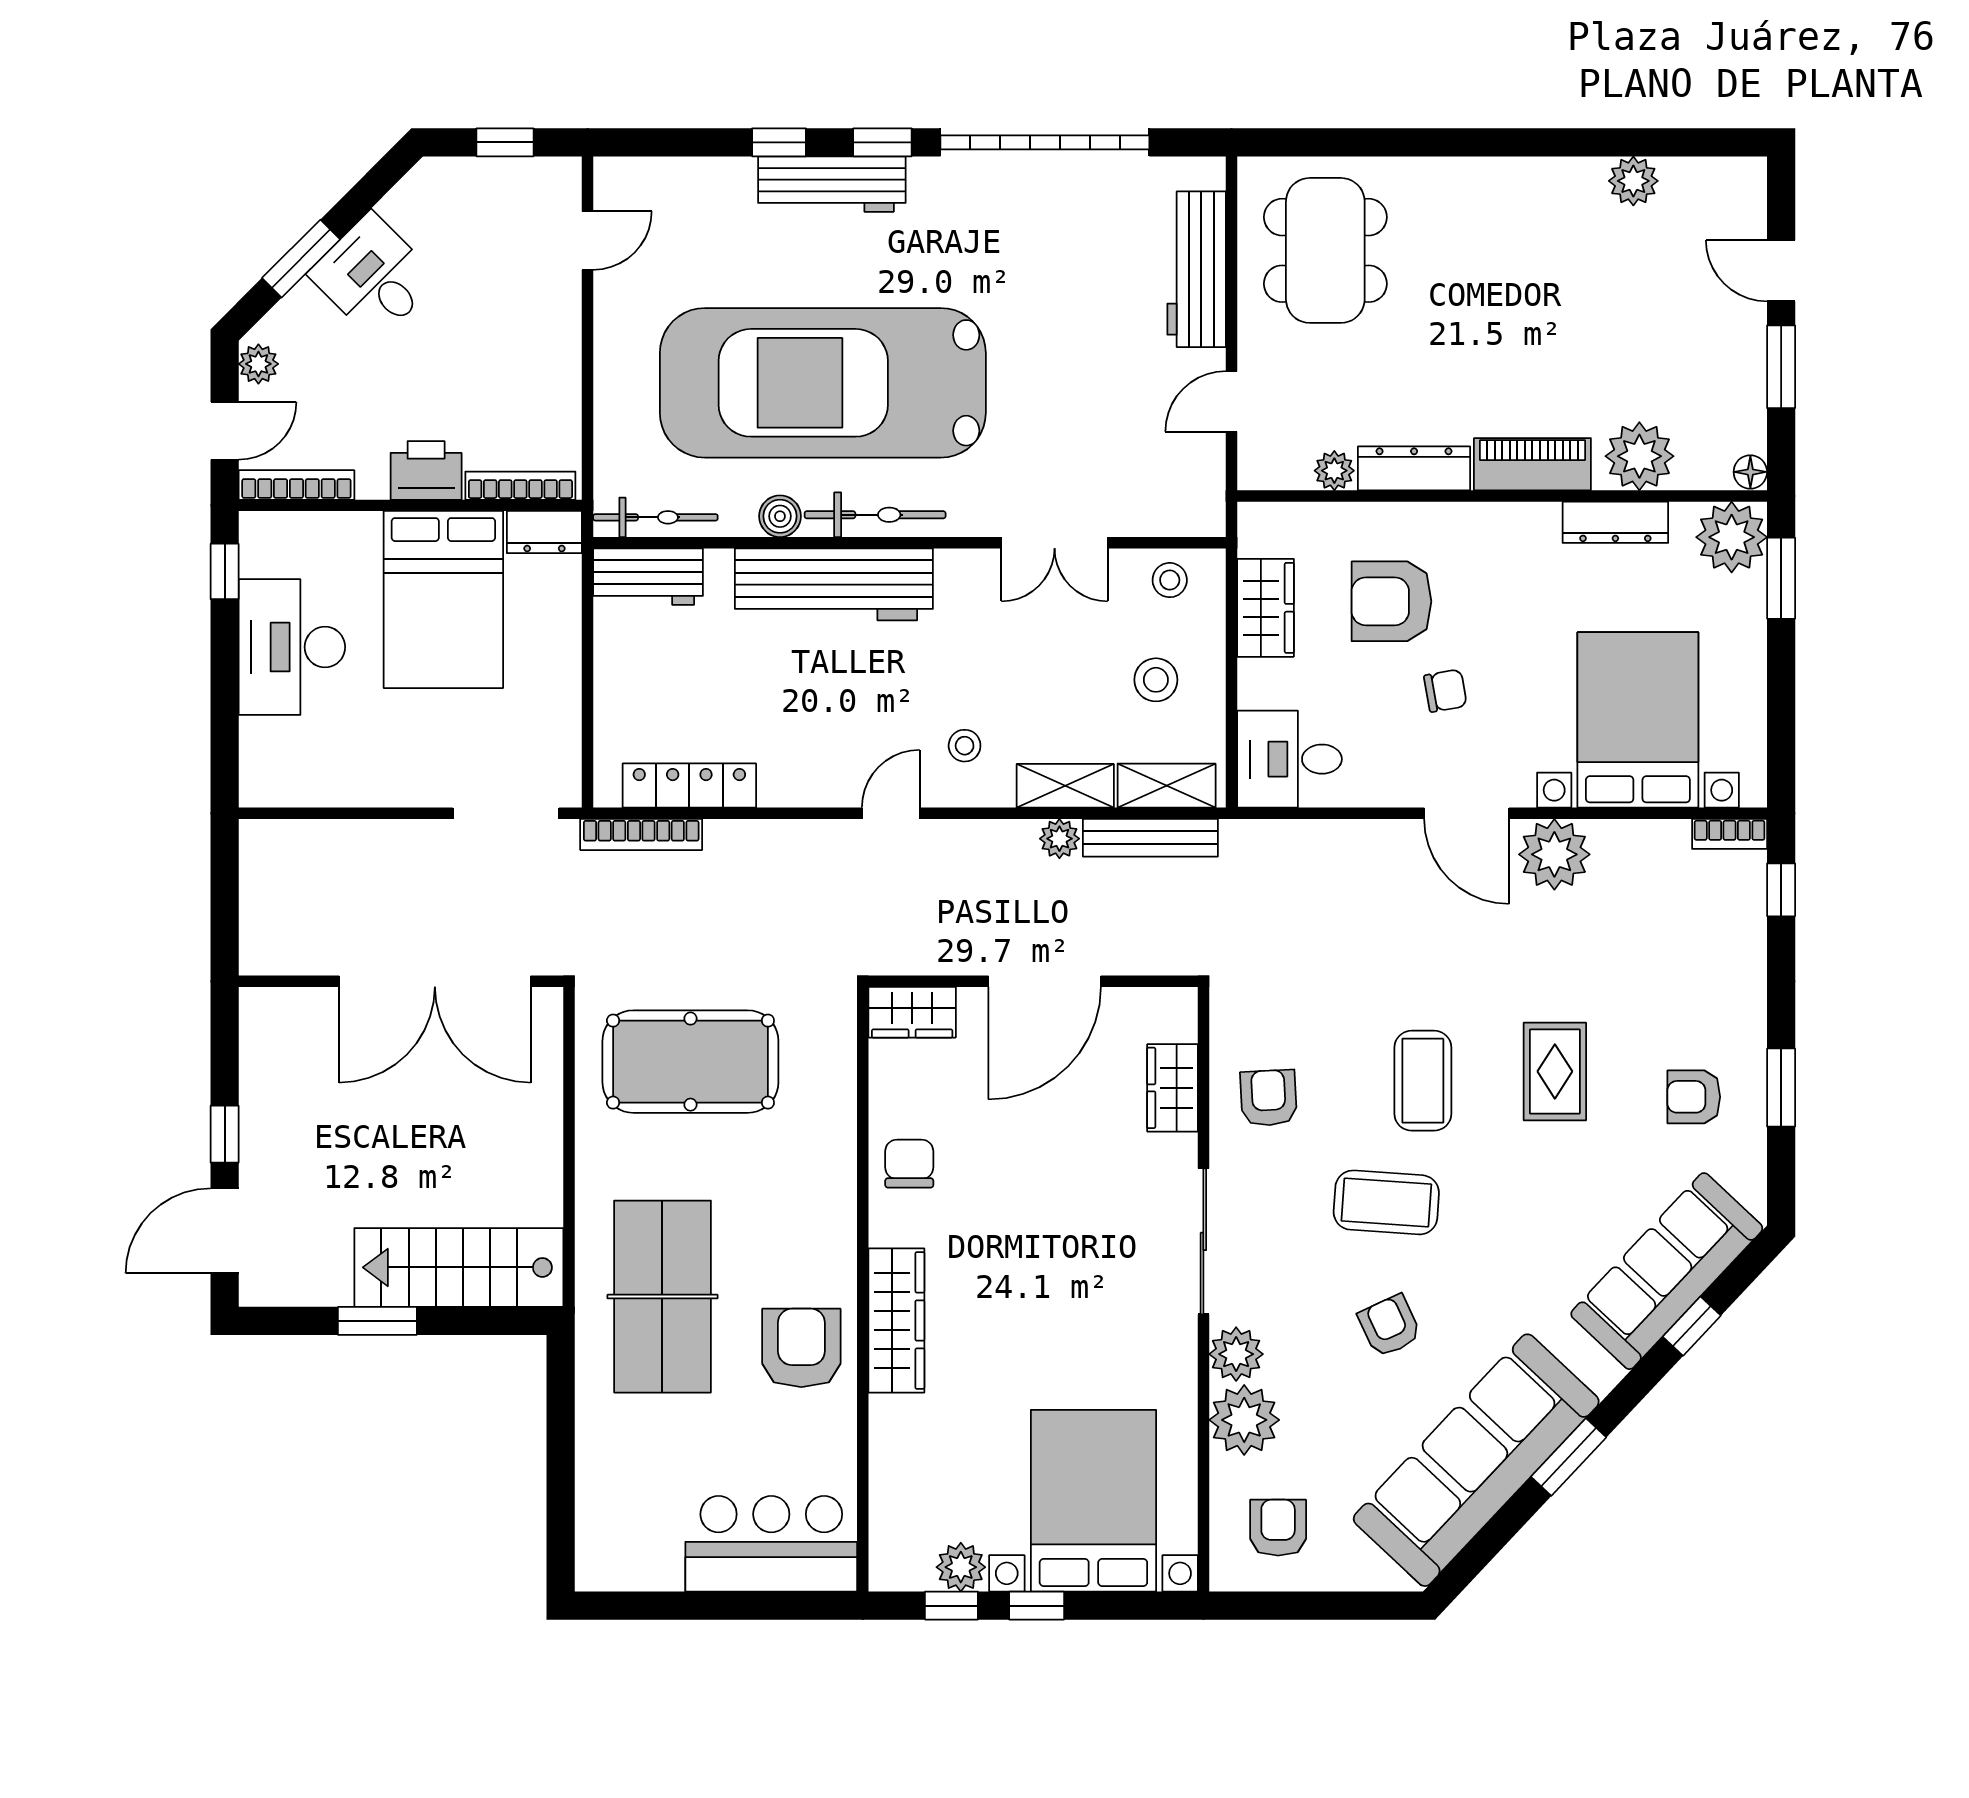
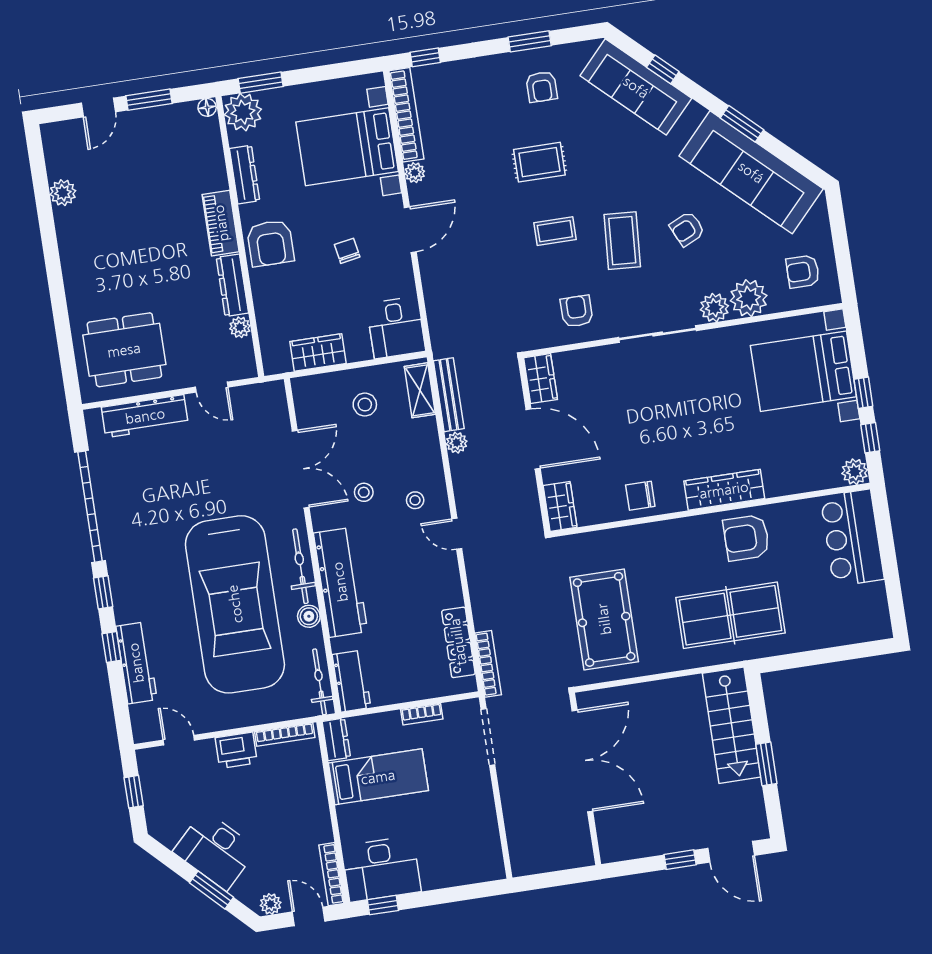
workbench: (832, 184) -> (136, 663), moved
desk: (374, 277) -> (215, 850), width x1.37
plant: (1639, 456) -> (208, 167), removed
printer: (426, 470) -> (236, 750), moved, turned -90
bookcase: (520, 486) -> (285, 735), moved, turned -90
double door: (1055, 543) -> (301, 469), width x1.37
stool: (1170, 580) -> (364, 492), moved
bed: (443, 599) -> (378, 777), width x0.67
armchair: (1391, 601) -> (270, 243), moved
desk: (292, 647) -> (381, 869), moved
bookcase: (567, 697) -> (422, 714), added
shelving: (1065, 786) -> (428, 444), removed
bookcase: (1730, 834) -> (406, 115), width x2.31, depth x1.31
plant: (1554, 854) -> (415, 173), width x0.53, depth x0.53
coffee table: (1423, 1081) -> (555, 231), width x0.73, depth x0.77
wardrobe: (1173, 1088) -> (541, 379), moved, turned -90
armchair: (1269, 1098) -> (577, 311), turned 93
plant: (961, 1567) -> (855, 472), moved

